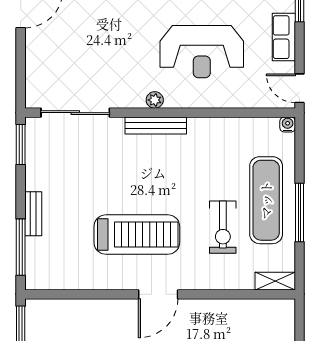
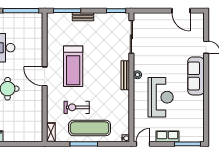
reception desk: (202, 52) -> (161, 97), turned 180

